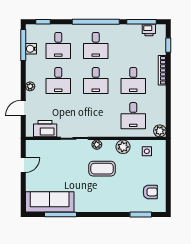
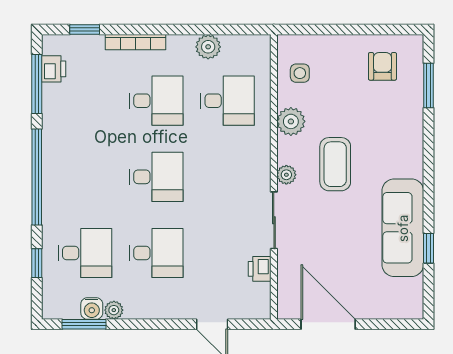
window: (43, 22) -> (37, 263), moved
window: (23, 45) -> (84, 324), width x0.69
desk: (96, 45) -> (85, 177), removed
plant: (30, 86) -> (114, 310), moved
printer: (45, 129) -> (260, 269), width x0.53, depth x0.68
plant: (160, 131) -> (208, 47), moved
door: (23, 165) -> (328, 324), width x1.88
sofa: (50, 202) -> (403, 228), moved
window: (61, 215) -> (428, 248), width x0.46

